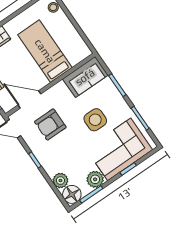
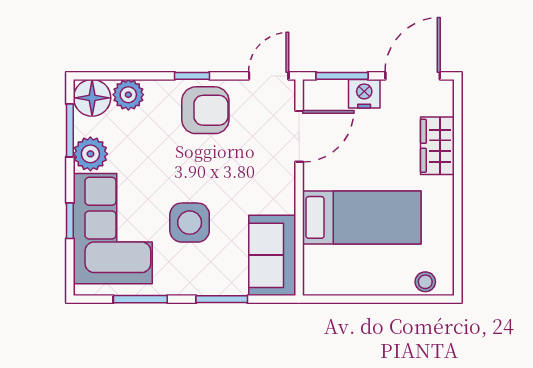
armchair: (50, 124) -> (205, 110), moved, turned 90

